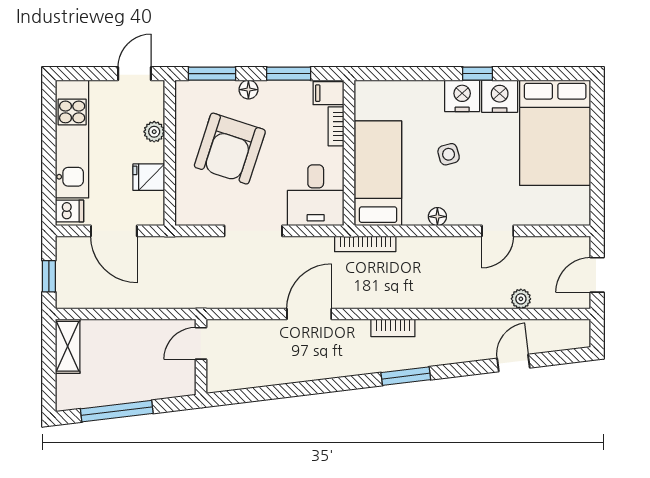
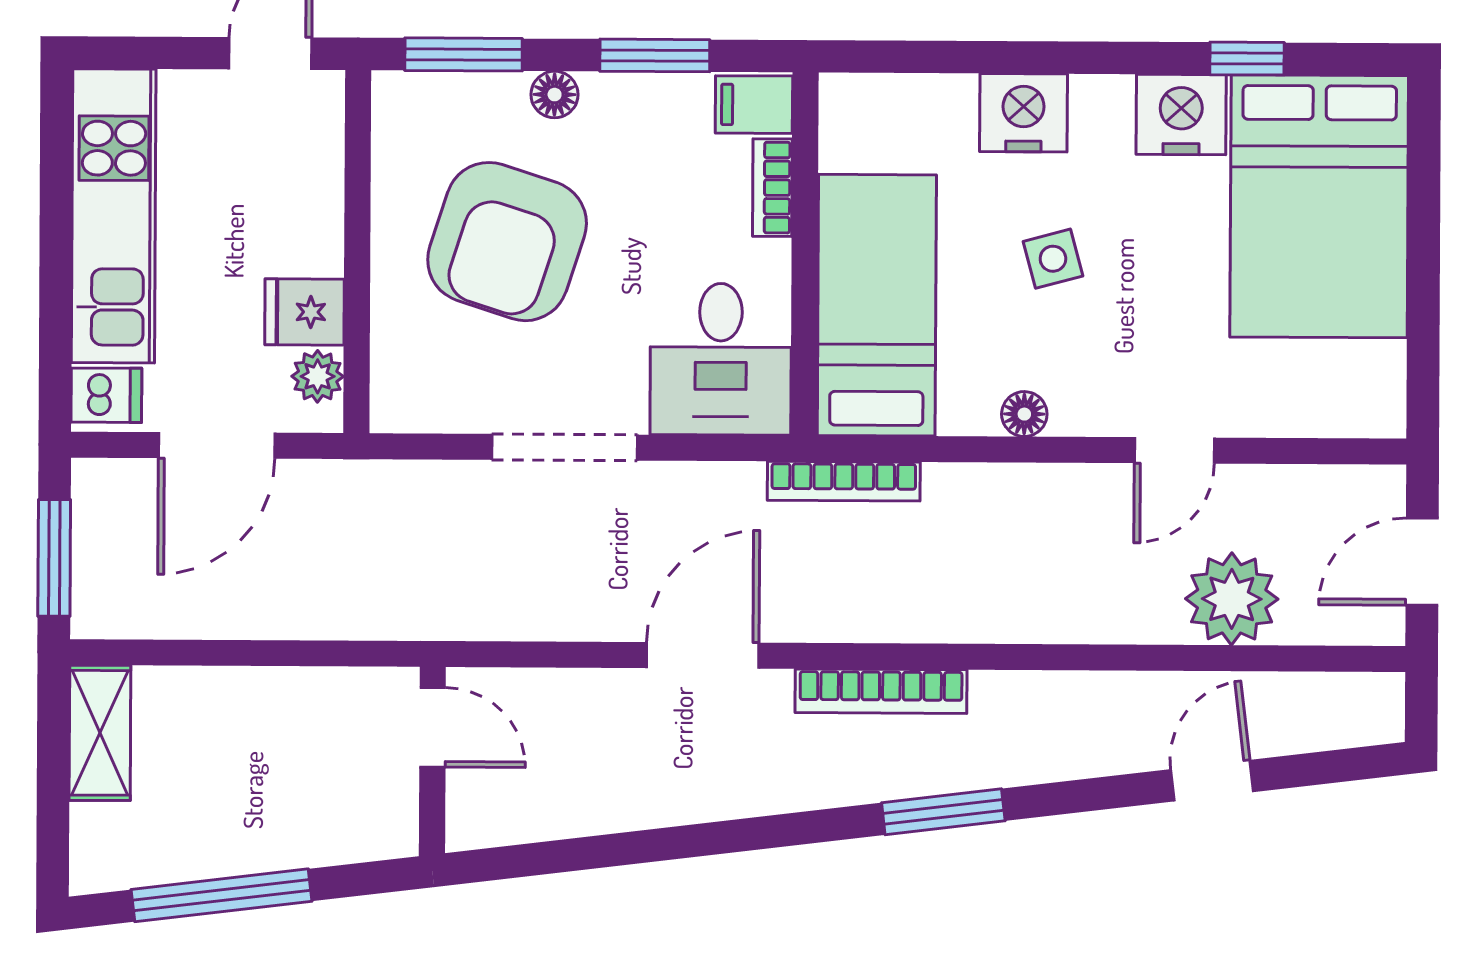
window: (477, 74) -> (1247, 59), moved
nightstand: (462, 96) -> (1024, 113), moved
plant: (154, 132) -> (318, 376), moved
door: (114, 231) -> (217, 445), hinge flipped
window: (49, 276) -> (54, 558), width x1.50
plant: (521, 299) -> (1232, 599), width x1.87, depth x1.87
bookcase: (393, 328) -> (881, 691), width x1.56
door: (201, 343) -> (433, 727), swing flipped

